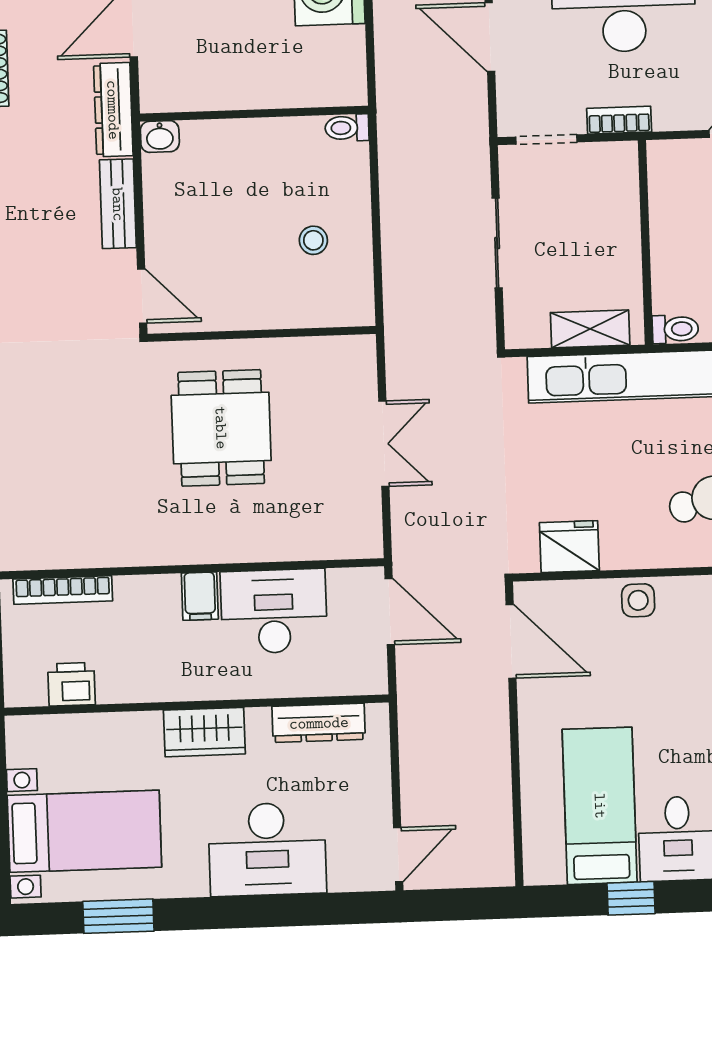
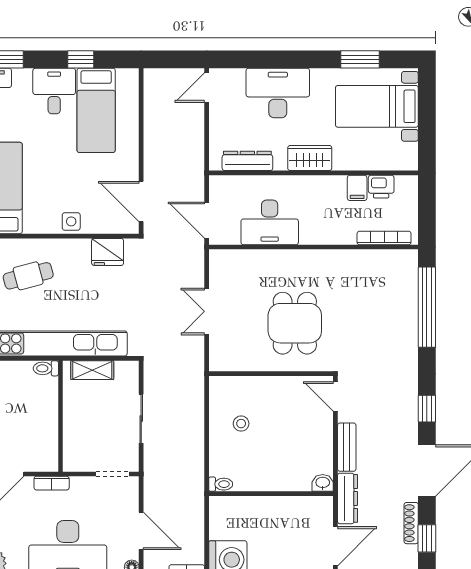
bookcase: (619, 120) -> (52, 483), moved
filing cabinet: (200, 596) -> (357, 188), moved, turned 180

